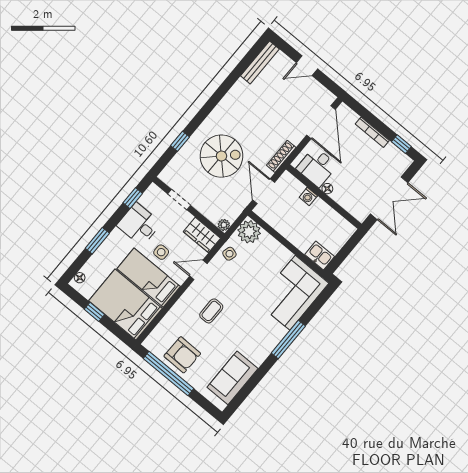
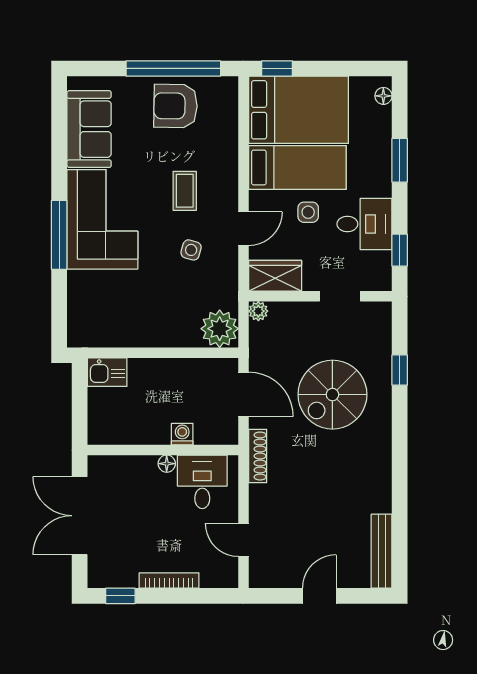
door: (321, 122) -> (243, 540), width x0.53
side table: (229, 254) -> (191, 250), moved
corner sofa: (293, 293) -> (102, 219), moved
window: (94, 312) -> (277, 68), moved

